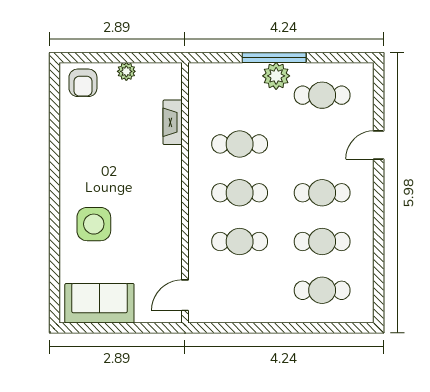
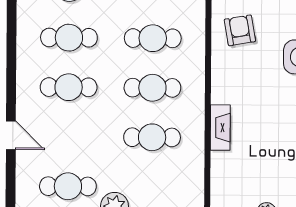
fireplace: (173, 122) -> (220, 128), moved
door: (379, 145) -> (11, 135), hinge flipped
armchair: (154, 250) -> (240, 30), added

